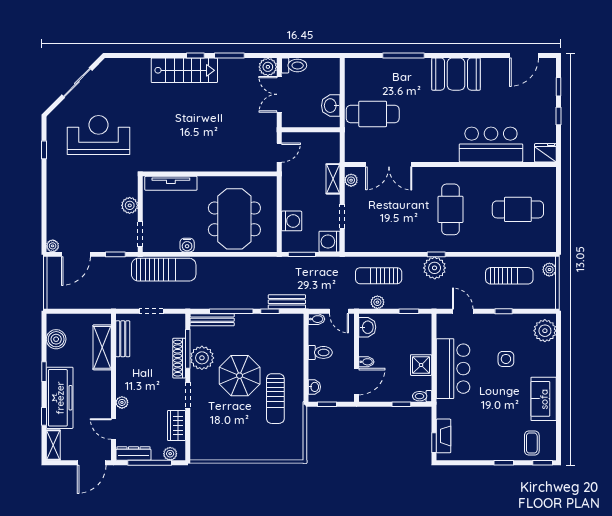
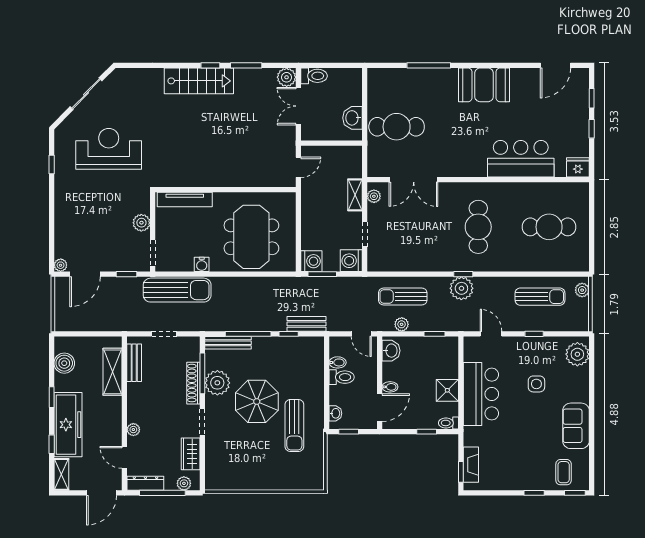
washing machine: (292, 221) -> (311, 261), moved
bidet: (316, 319) -> (338, 362), moved

